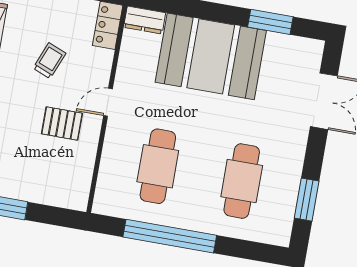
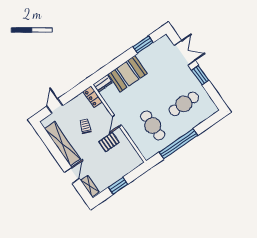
booth: (211, 56) -> (127, 74), width x0.73, depth x0.70
cafe table: (242, 181) -> (184, 104), turned 90
window: (307, 200) -> (200, 75), moved

